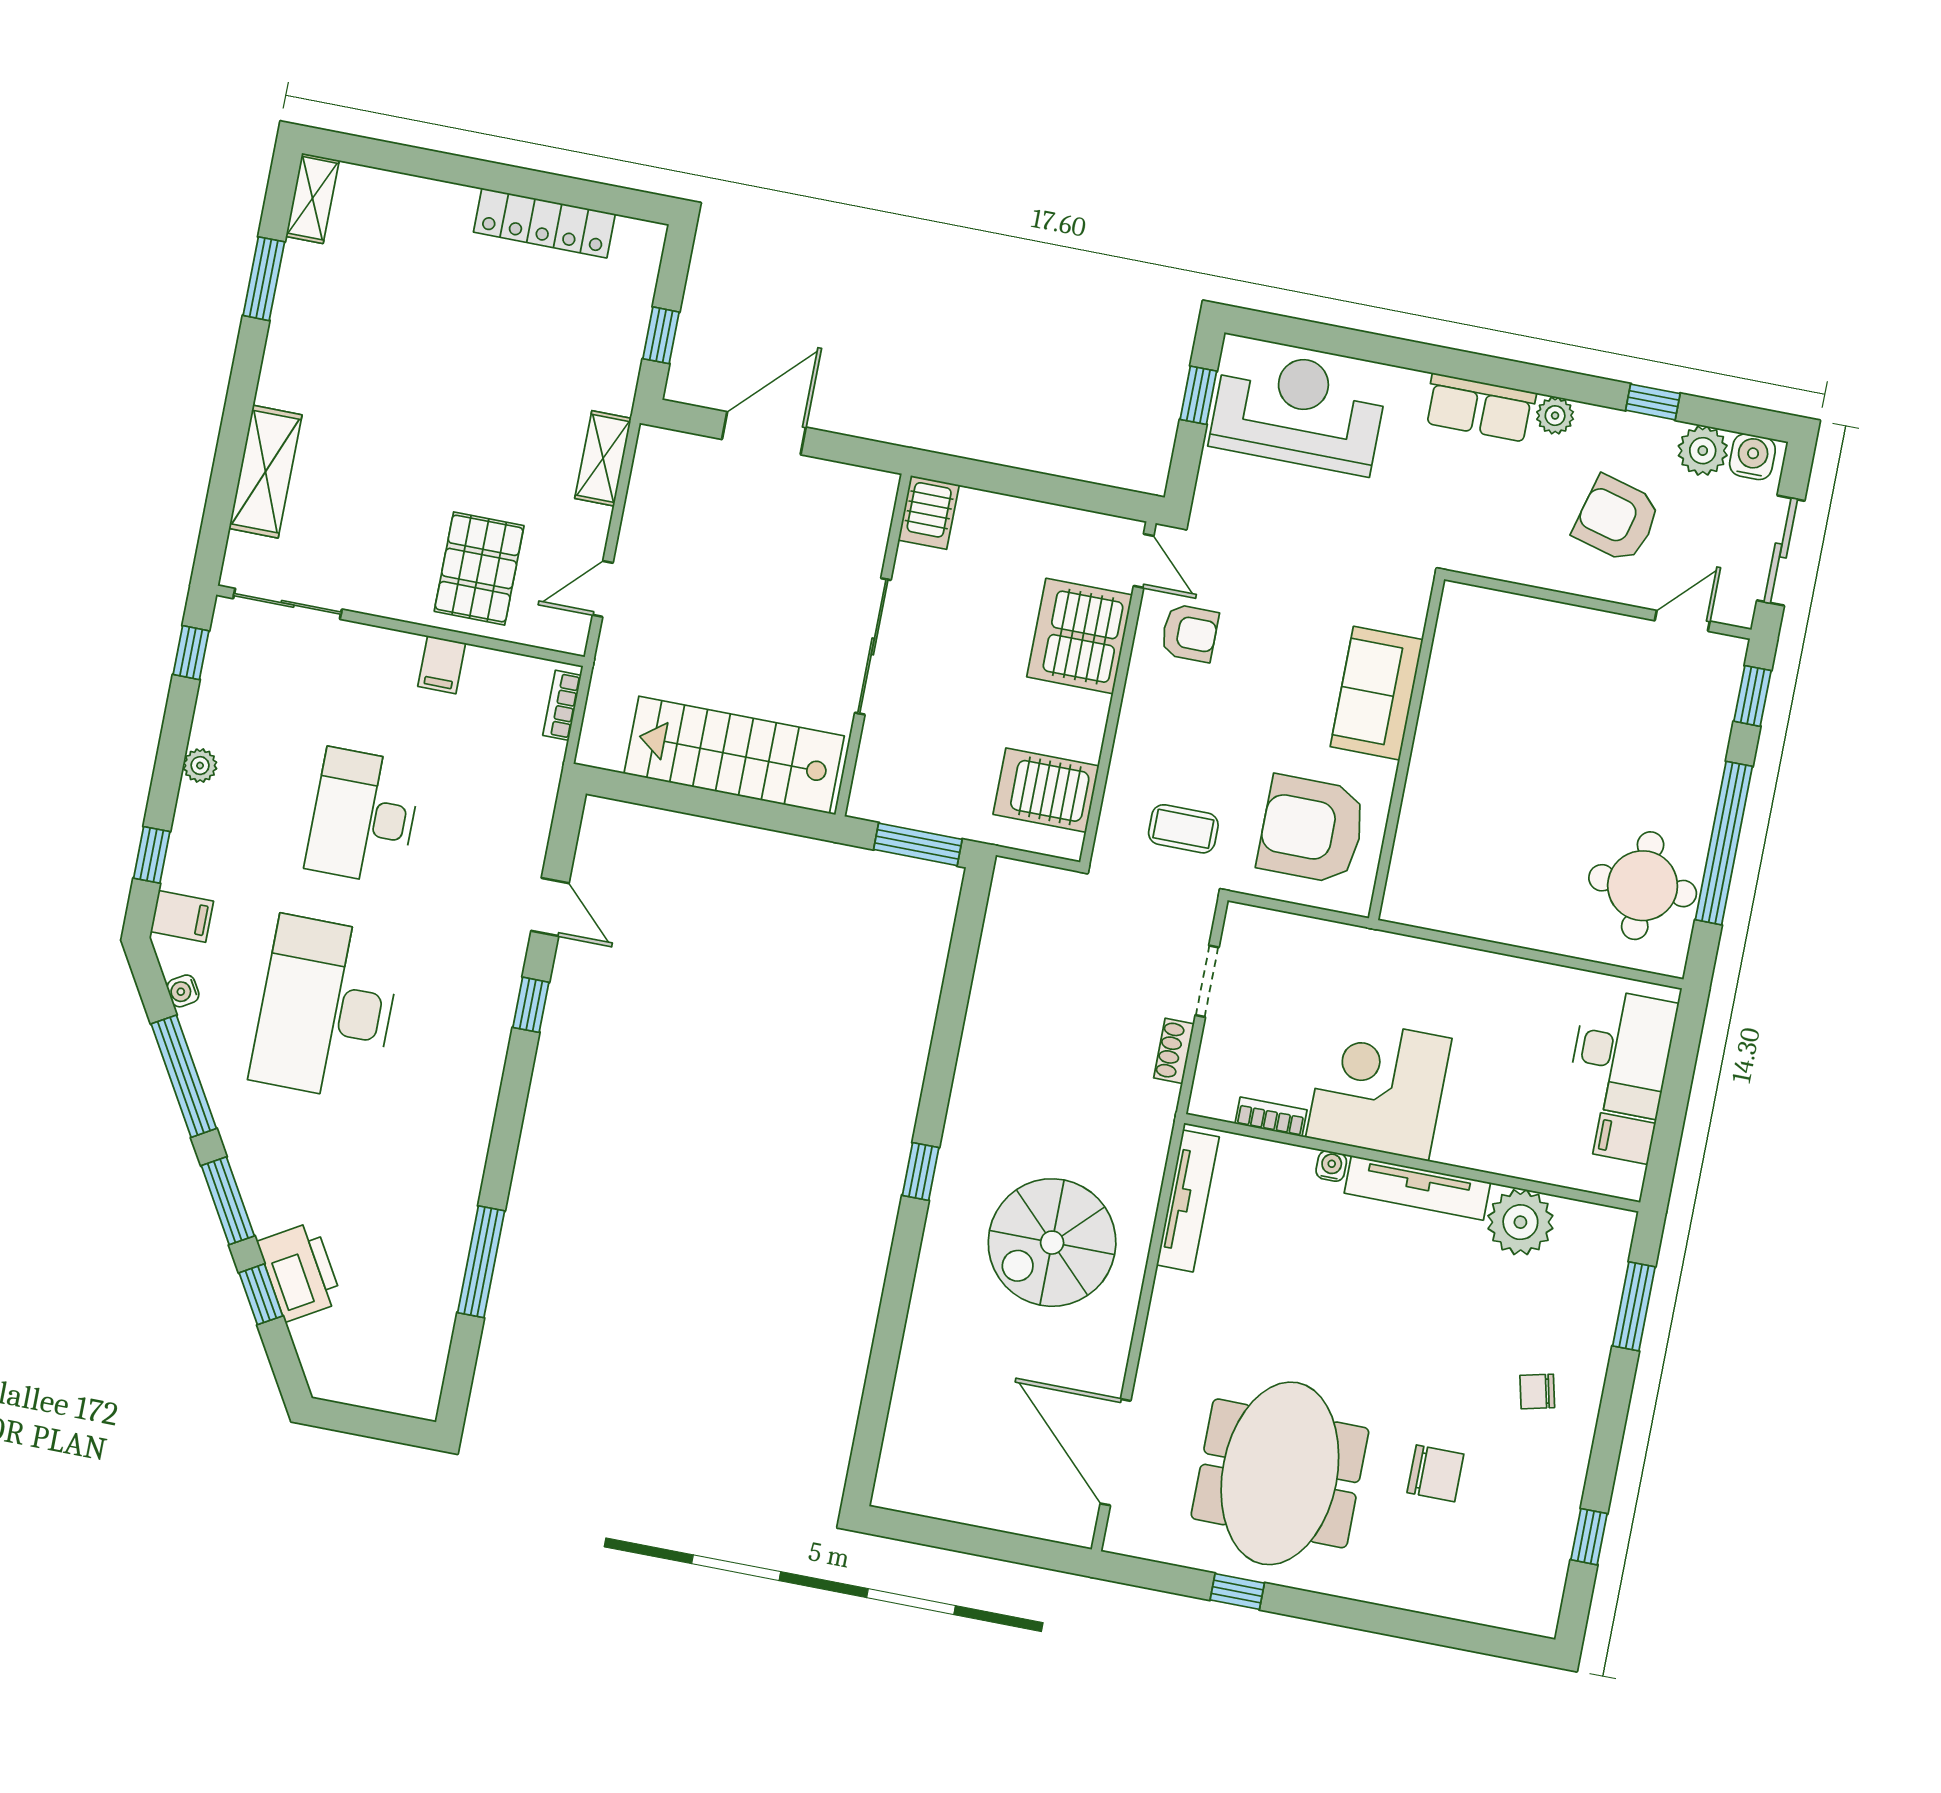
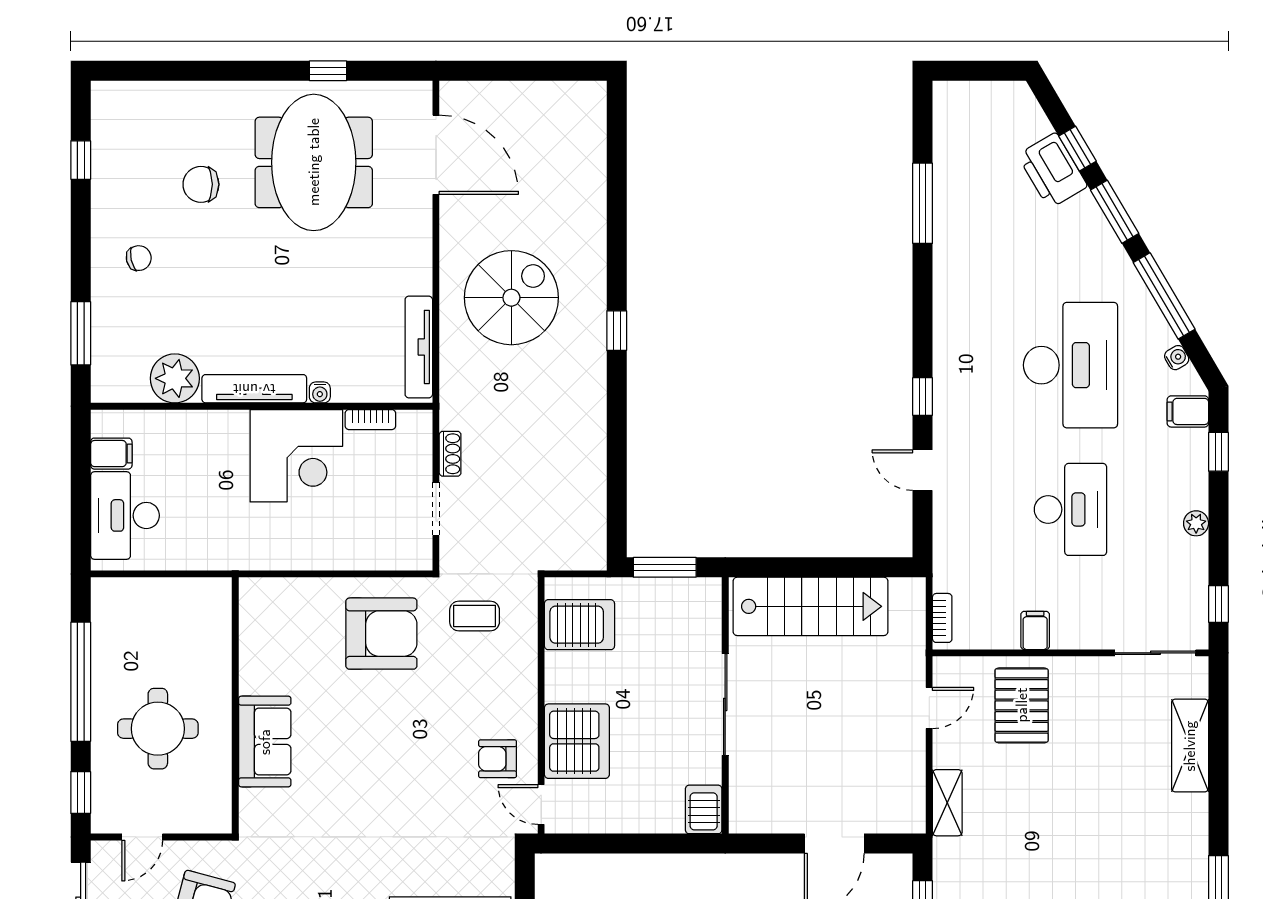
sofa: (1377, 693) -> (265, 742), moved
wall: (1406, 749) -> (235, 705), moved
round table: (1643, 886) -> (158, 729), moved

